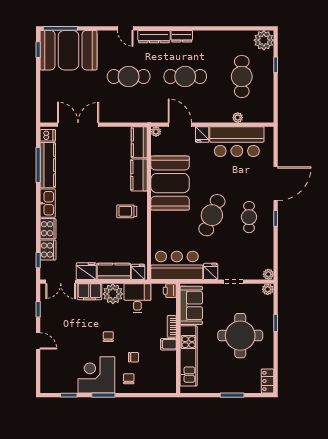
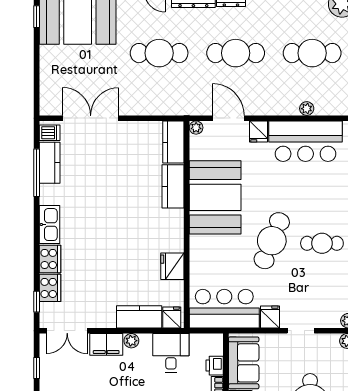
cafe table: (242, 76) -> (312, 53), turned 90
kitchen counter: (48, 165) -> (50, 163), width x0.67
trolley: (127, 211) -> (156, 235), removed
cafe table: (249, 217) -> (322, 243), turned 90
fridge: (86, 271) -> (172, 266), moved, turned -90
printer: (170, 291) -> (215, 366), moved
plant: (113, 294) -> (131, 341), width x0.53, depth x0.53

